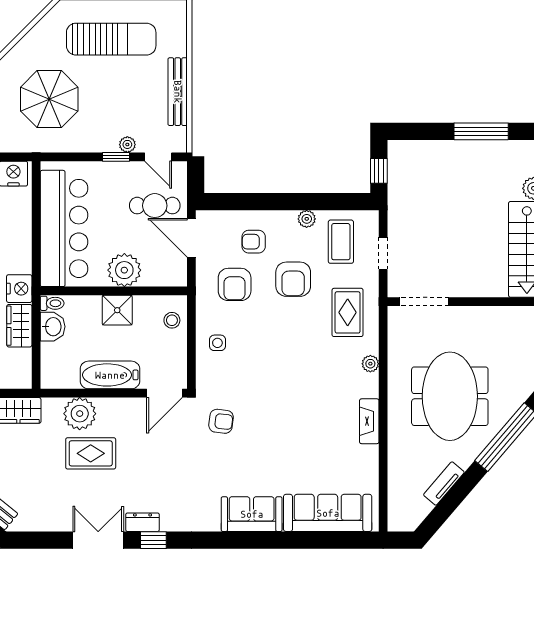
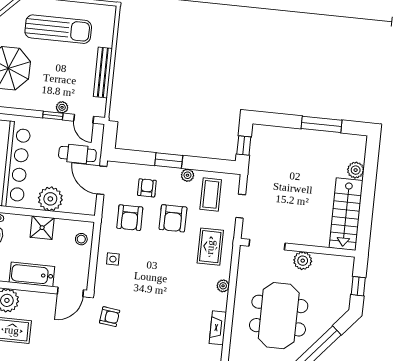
window: (279, 202) -> (169, 160), added
armchair: (254, 242) -> (147, 188), turned 90
plant: (475, 318) -> (303, 261), added

